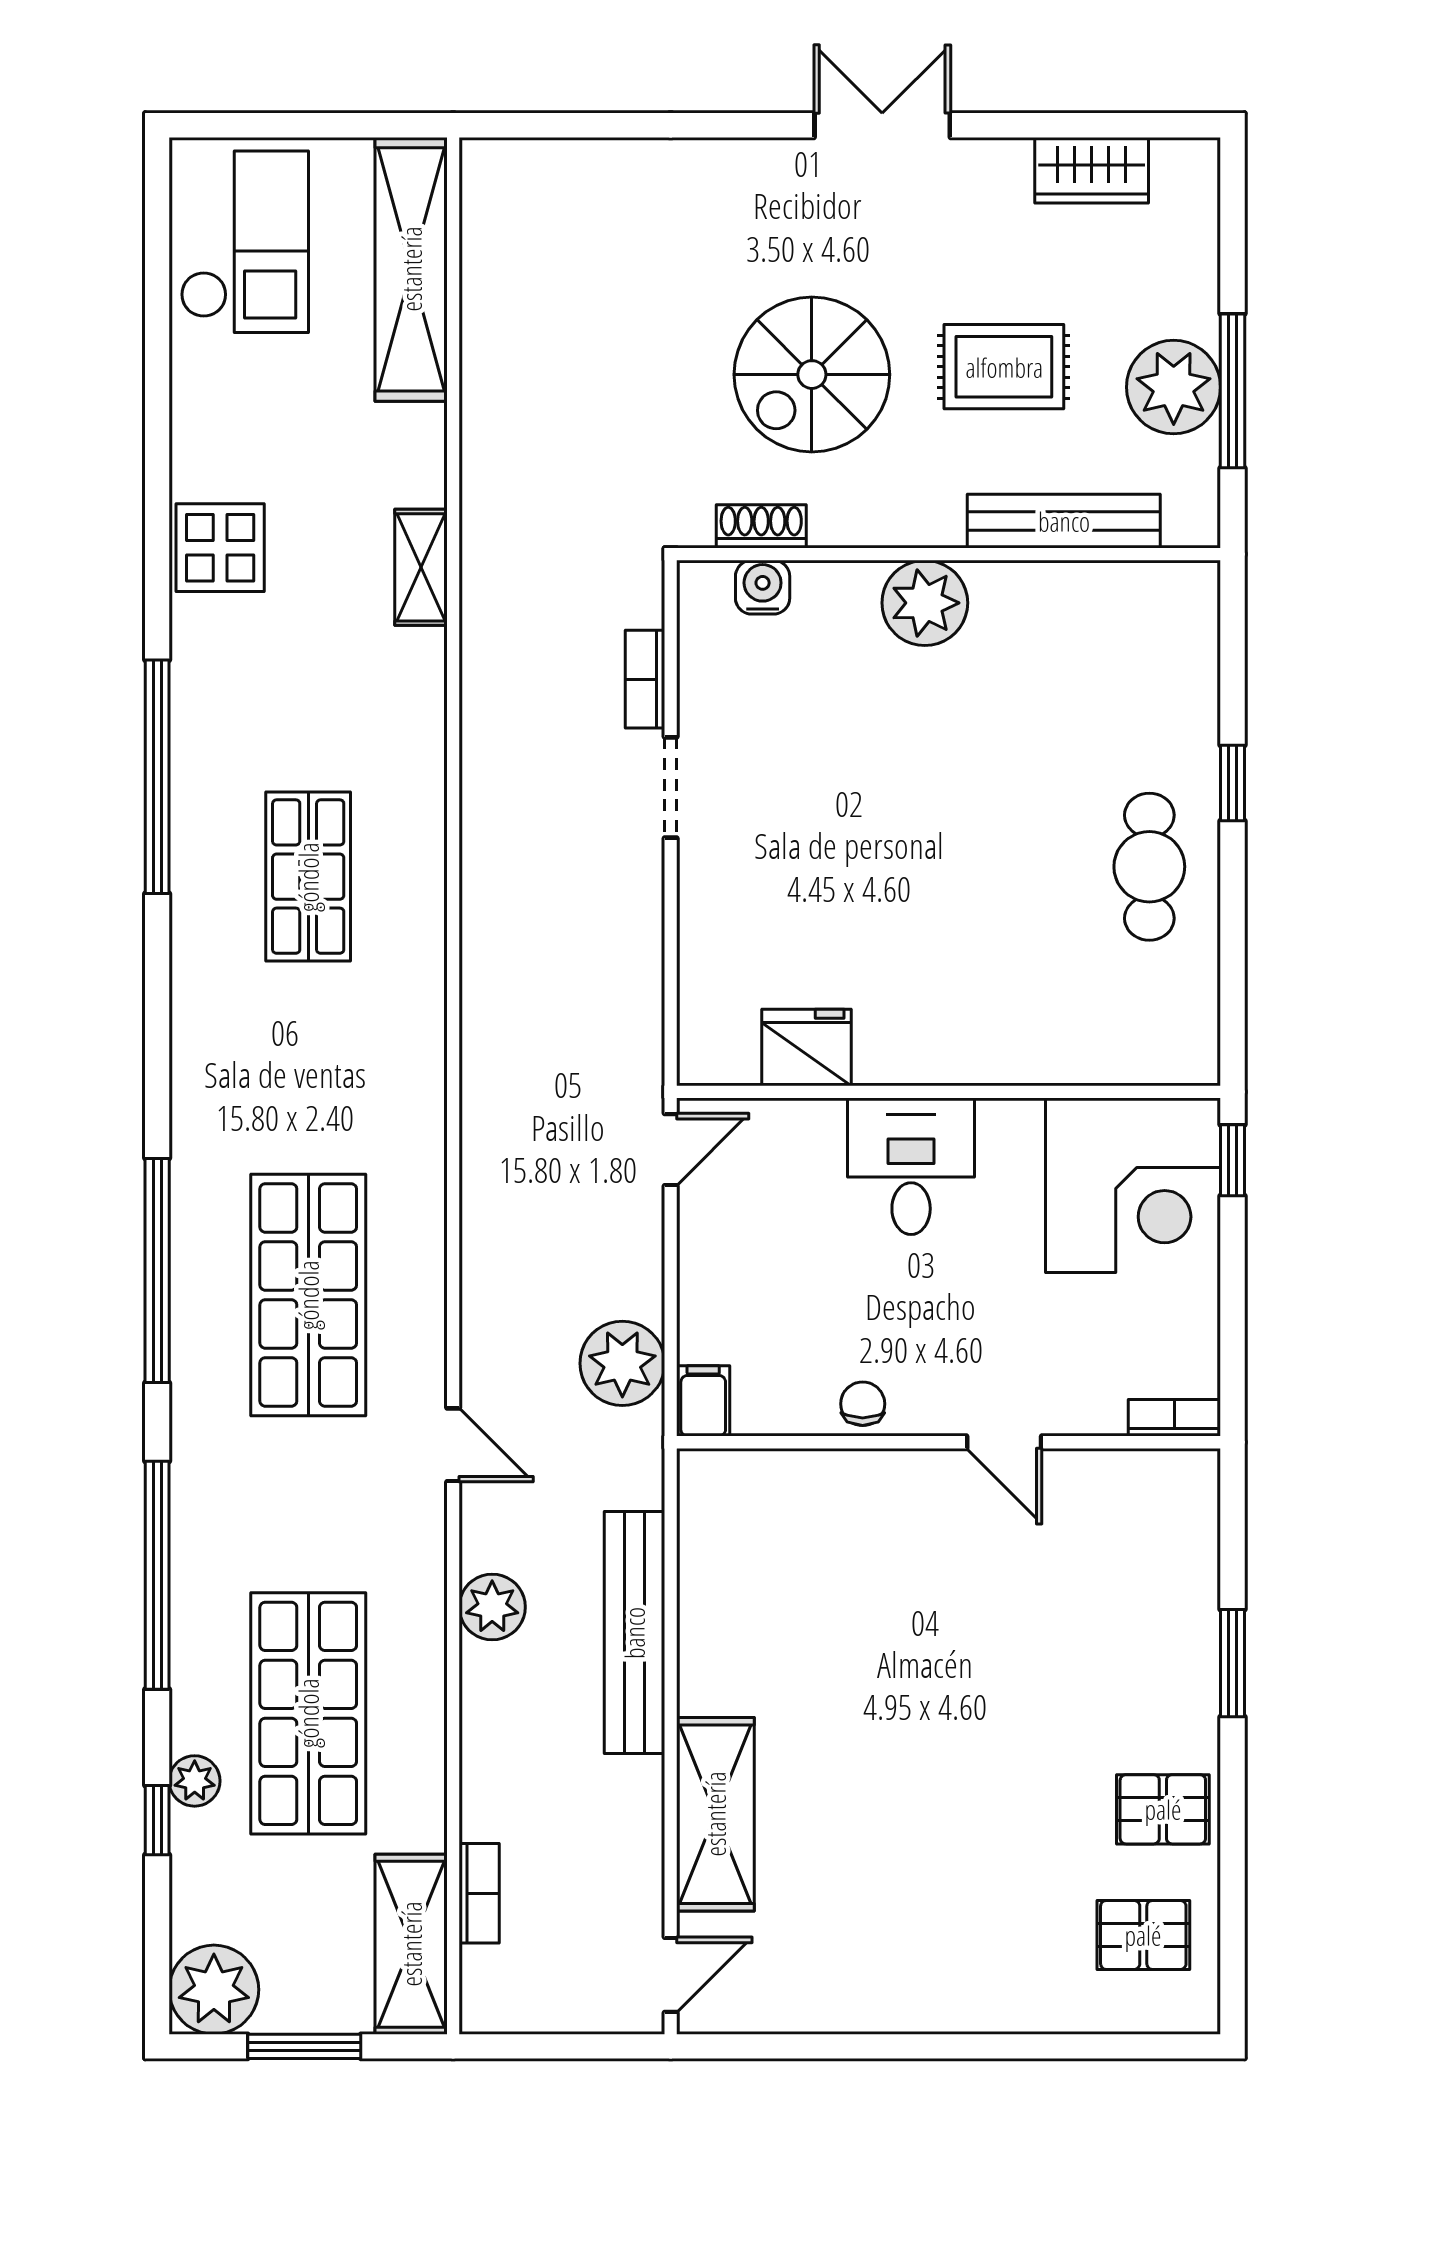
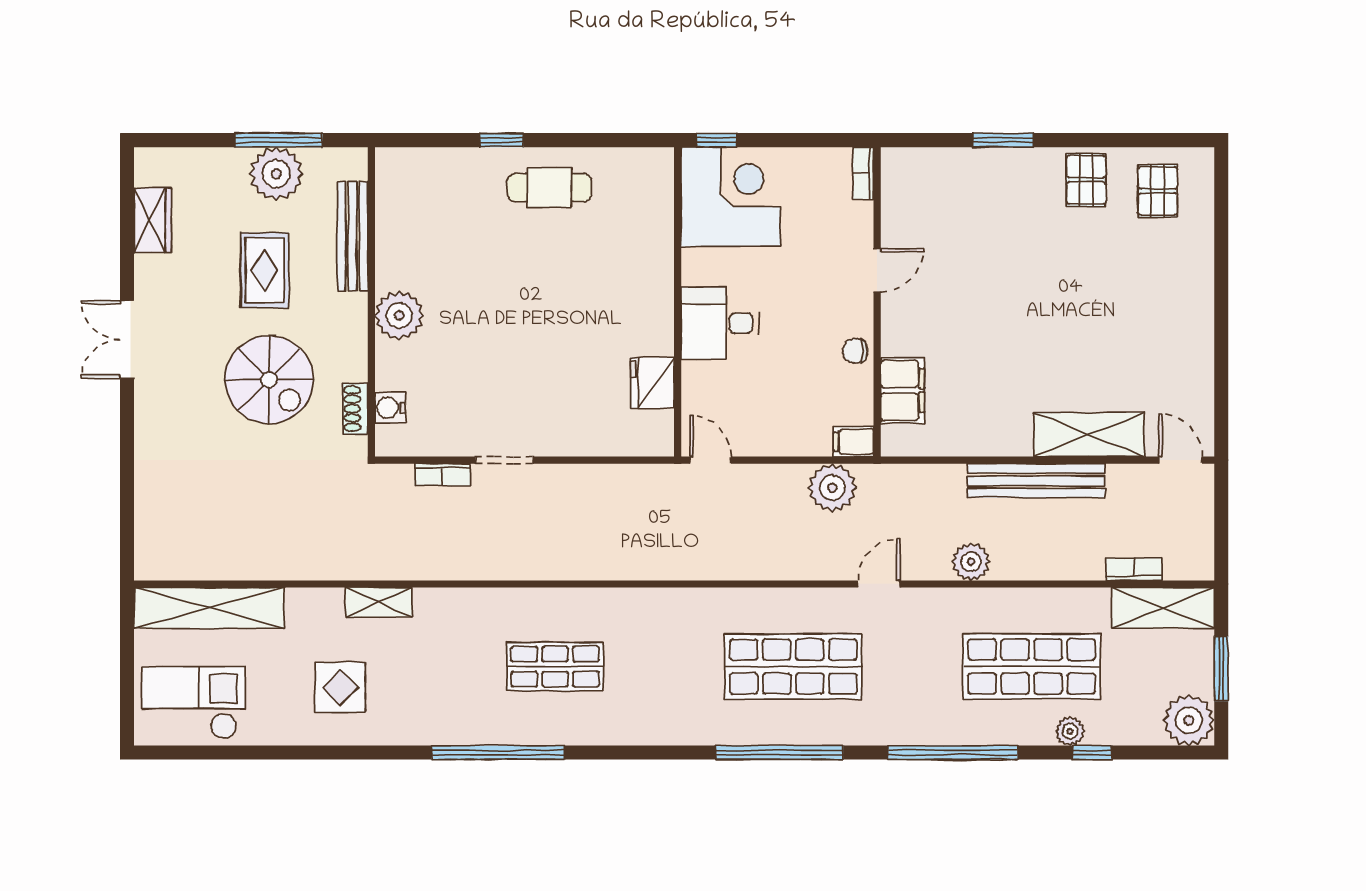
display table: (220, 548) -> (340, 687), moved
filing cabinet: (793, 1487) -> (903, 390), added
bench: (634, 1633) -> (1036, 481), moved

